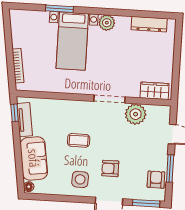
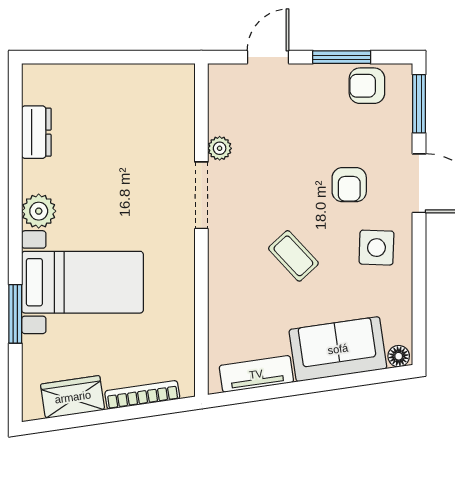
dresser: (149, 24) -> (36, 132), width x0.70
wardrobe: (155, 91) -> (73, 397), moved, turned 82
window: (15, 113) -> (243, 396), removed
plant: (136, 114) -> (220, 148), width x0.53, depth x0.53
coffee table: (79, 140) -> (293, 256), turned -43

